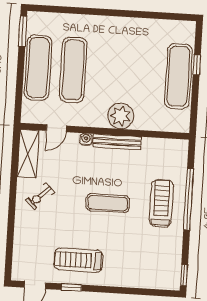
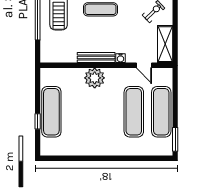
door: (57, 128) -> (144, 65), swing flipped

